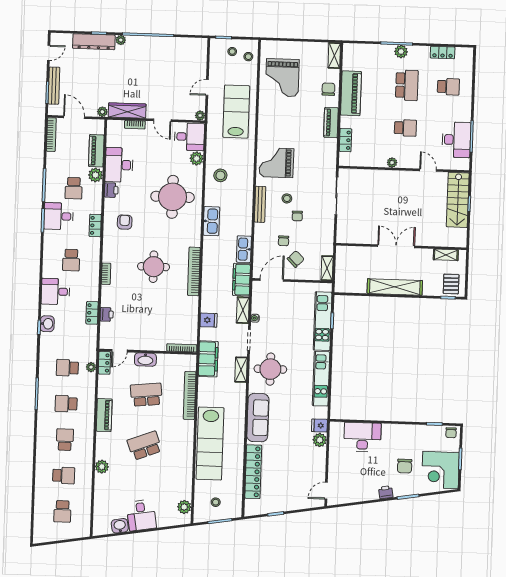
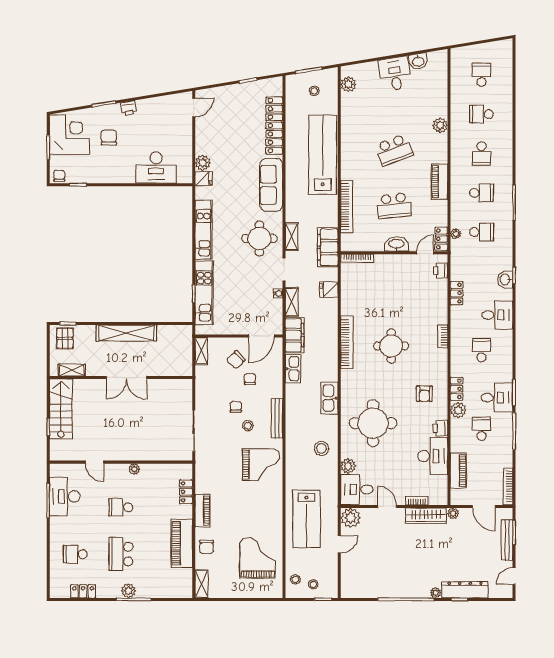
plant: (200, 116) -> (351, 518), width x1.87, depth x1.87
plant: (95, 175) -> (458, 410), moved
stairs: (458, 200) -> (61, 409), moved
printer: (107, 314) -> (441, 271), moved

